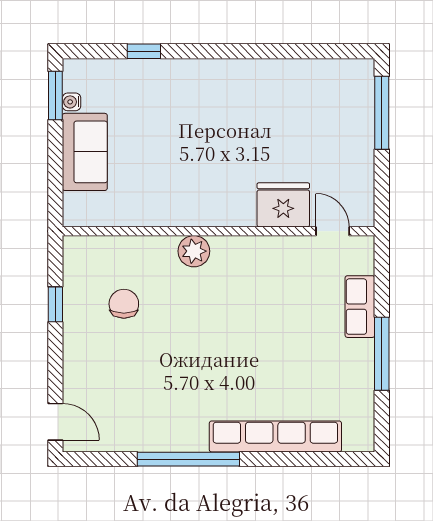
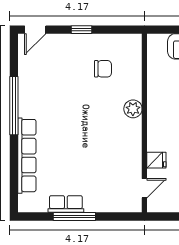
fridge: (283, 205) -> (156, 160), width x0.53, depth x0.75
window: (55, 304) -> (82, 30), moved
row of seats: (360, 307) -> (66, 204), moved

